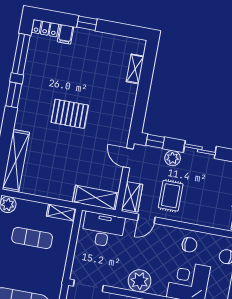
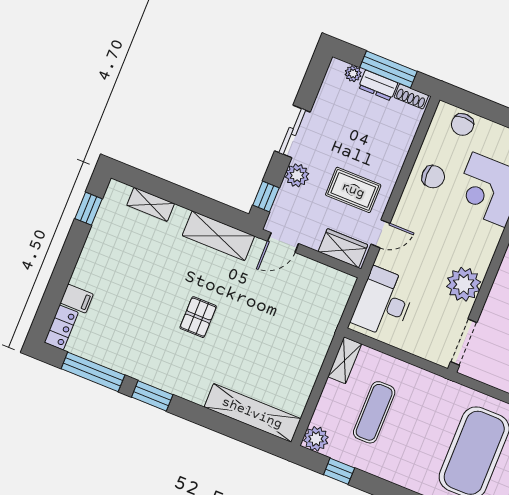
window: (87, 23) -> (88, 209), moved
pallet: (70, 114) -> (198, 317), width x0.67, depth x0.71
shelving: (96, 198) -> (218, 236), moved, turned 90
door: (146, 219) -> (380, 234), hinge flipped
chair: (189, 245) -> (433, 177), turned 90
plant: (140, 281) -> (464, 284), moved

